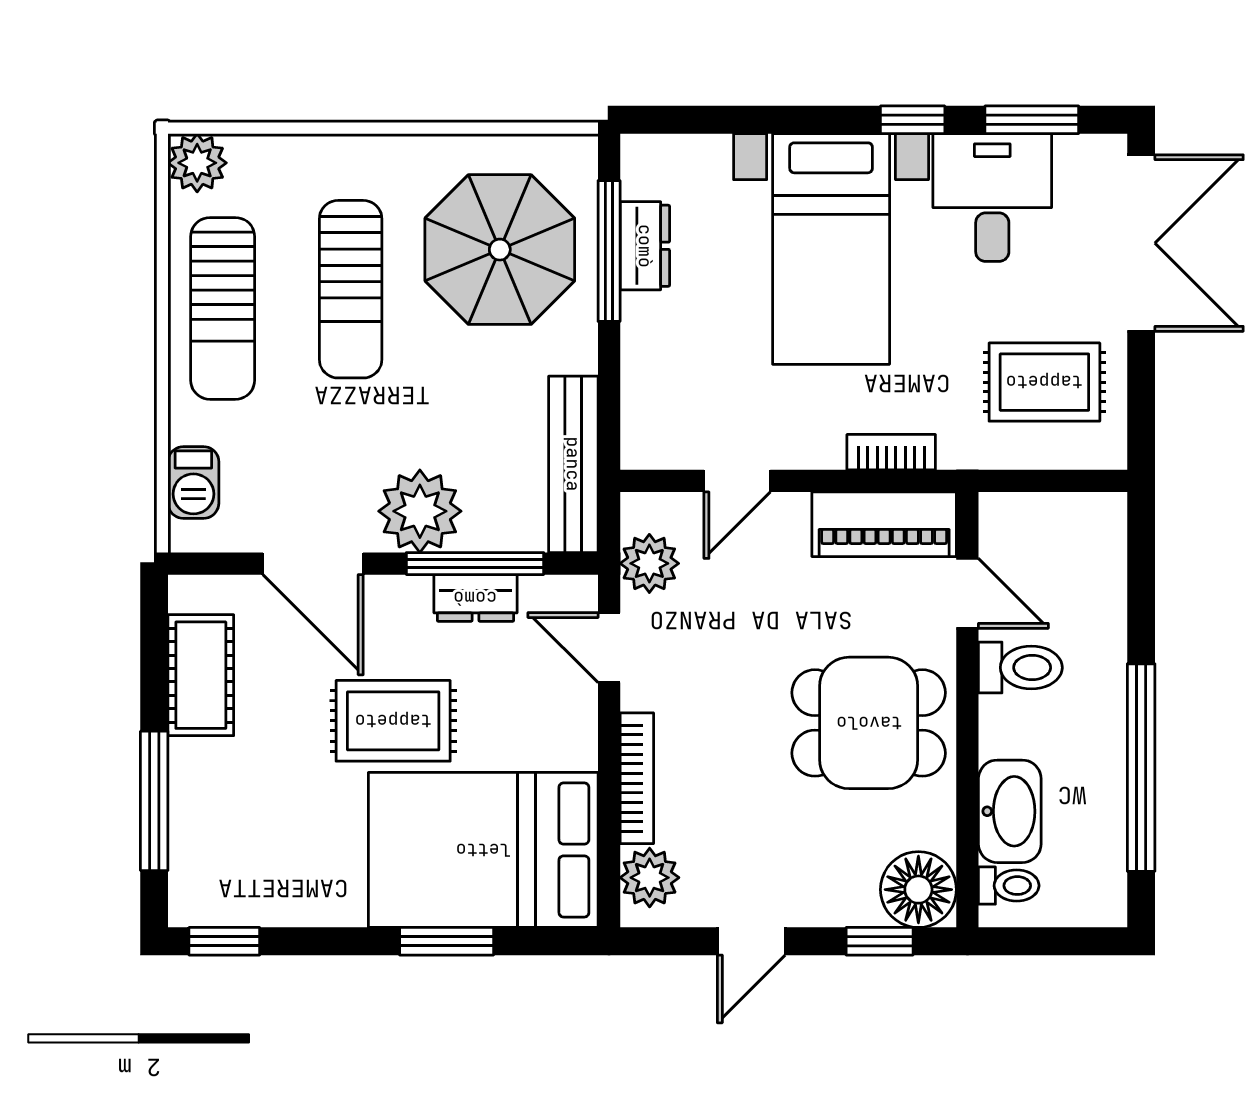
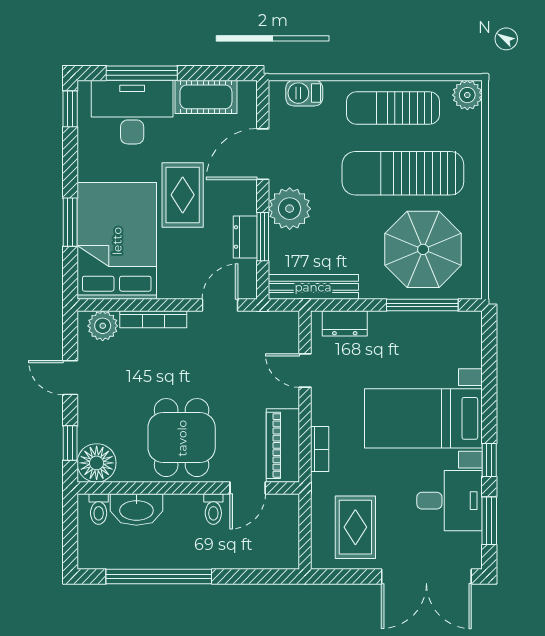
dresser: (645, 246) -> (345, 323), moved
sun lounger: (351, 289) -> (403, 173), width x1.36, depth x1.34
plant: (649, 563) -> (263, 326), removed
window: (475, 564) -> (263, 237), width x0.69
toilet: (1020, 668) -> (213, 509), width x0.73, depth x0.72
desk: (231, 820) -> (132, 112), added

